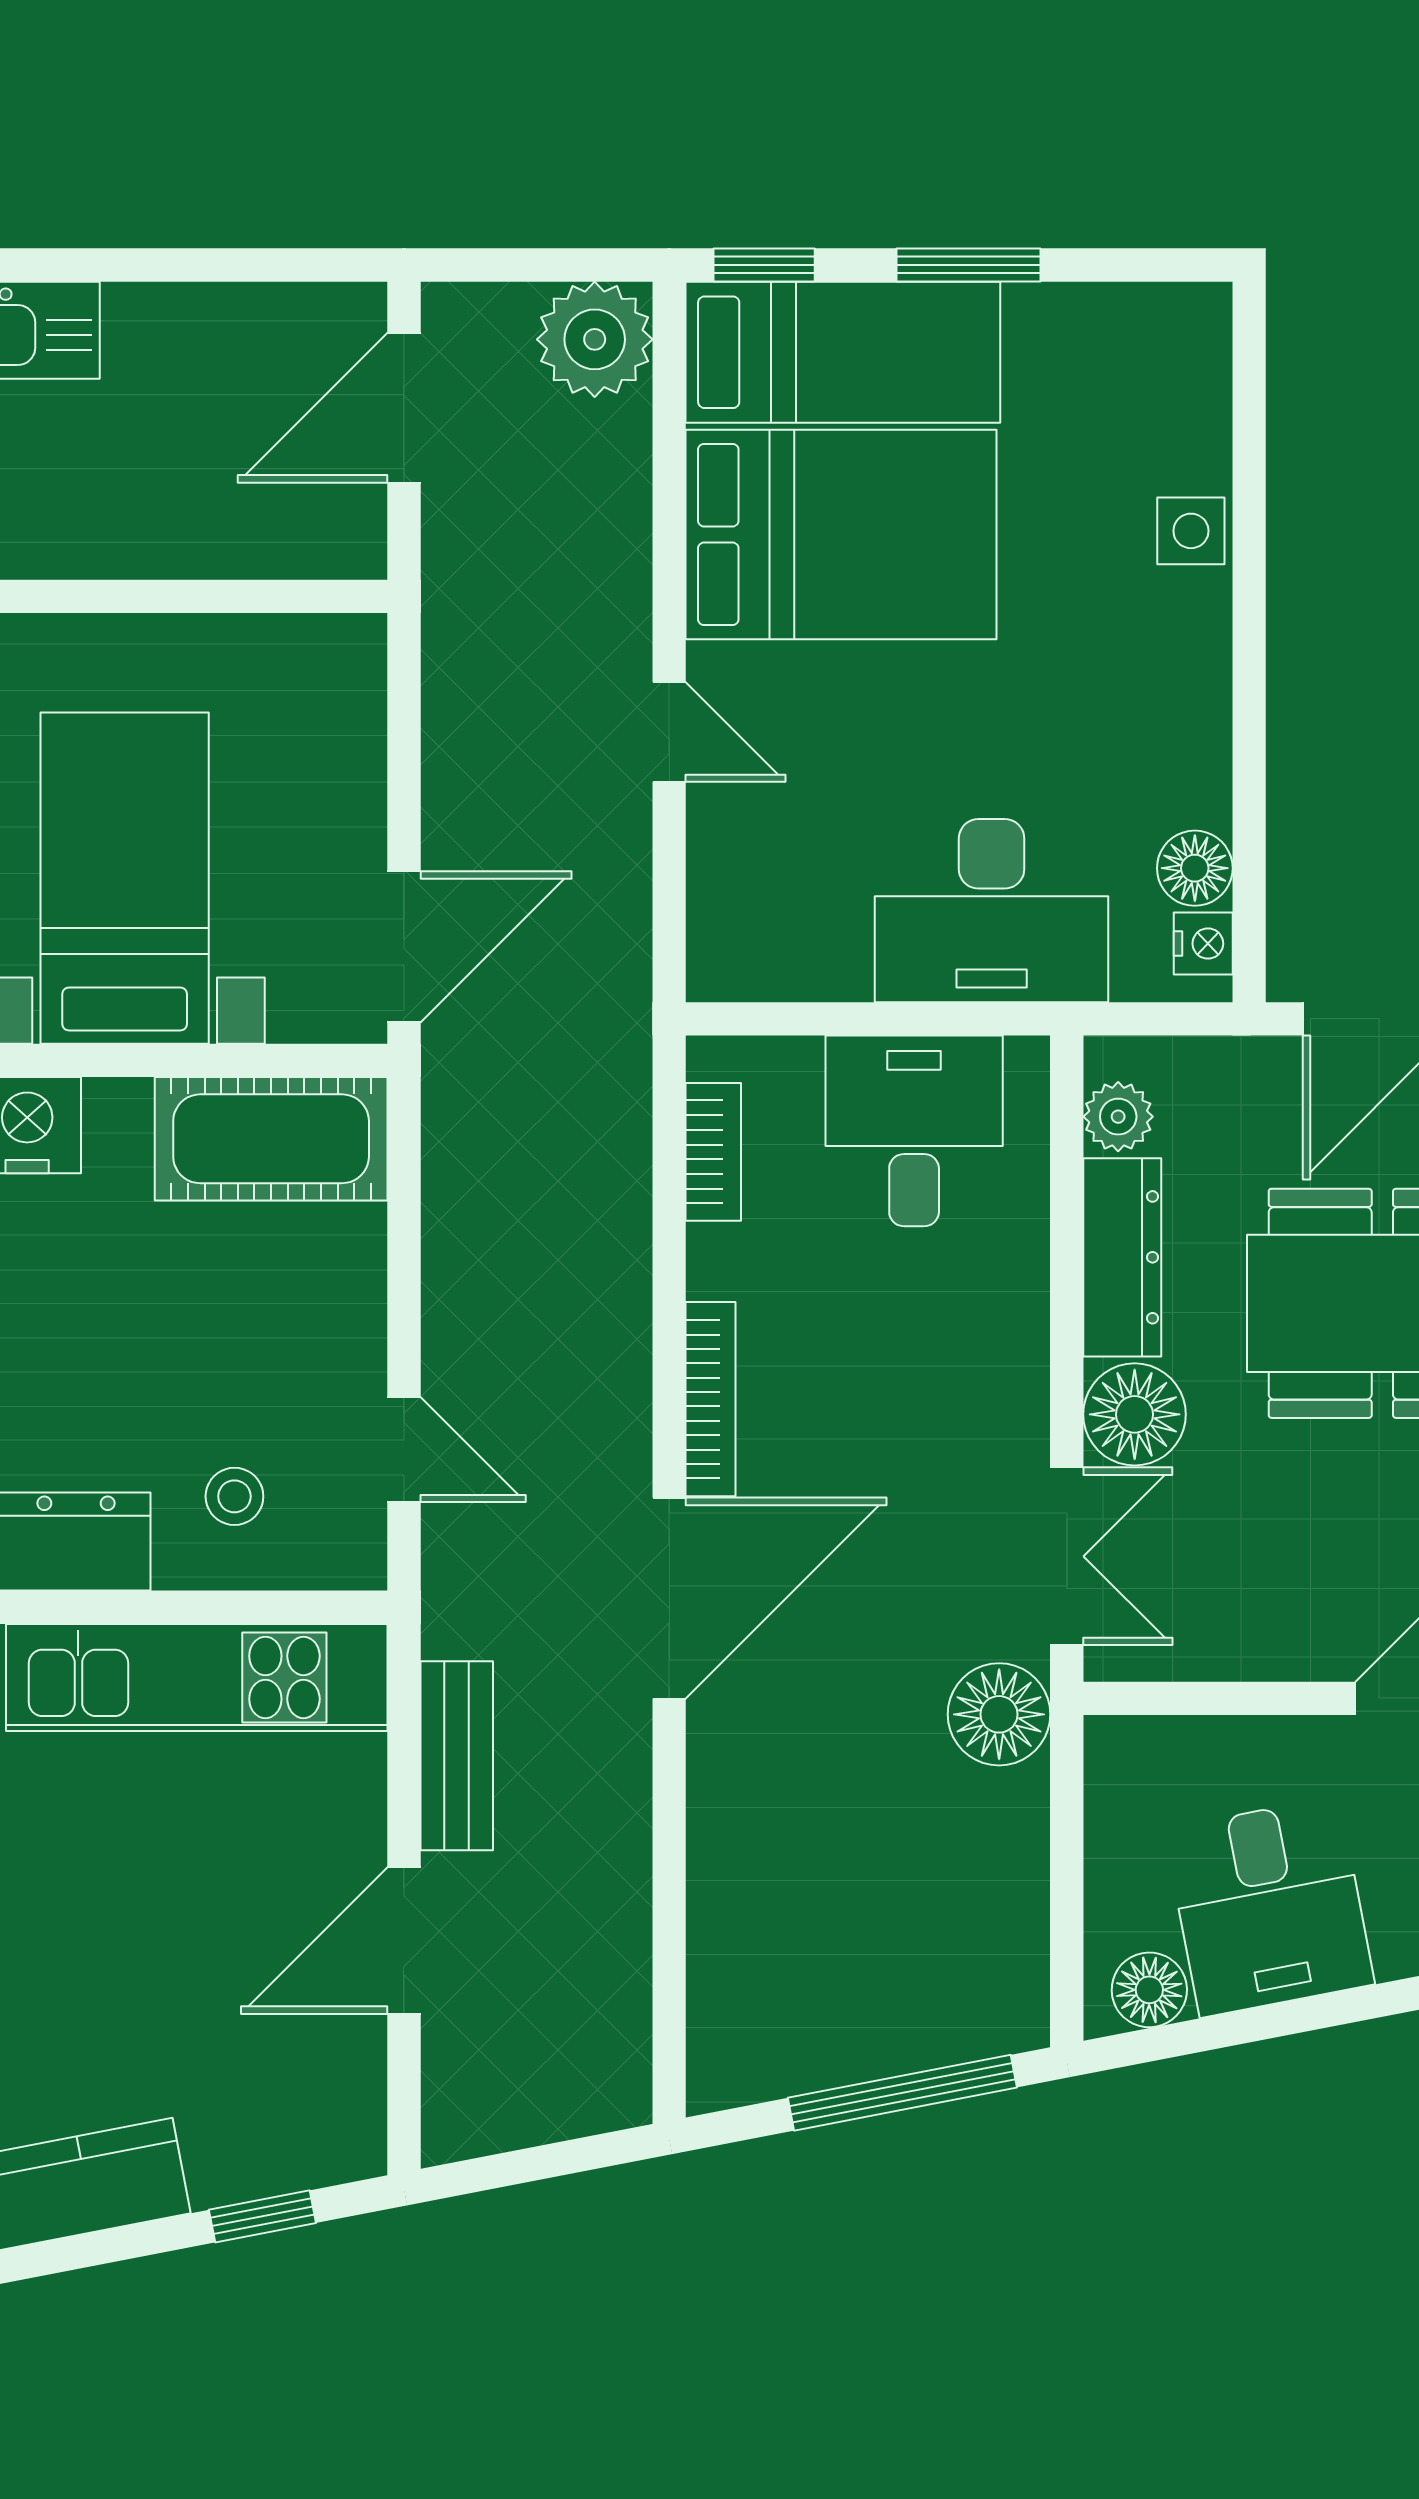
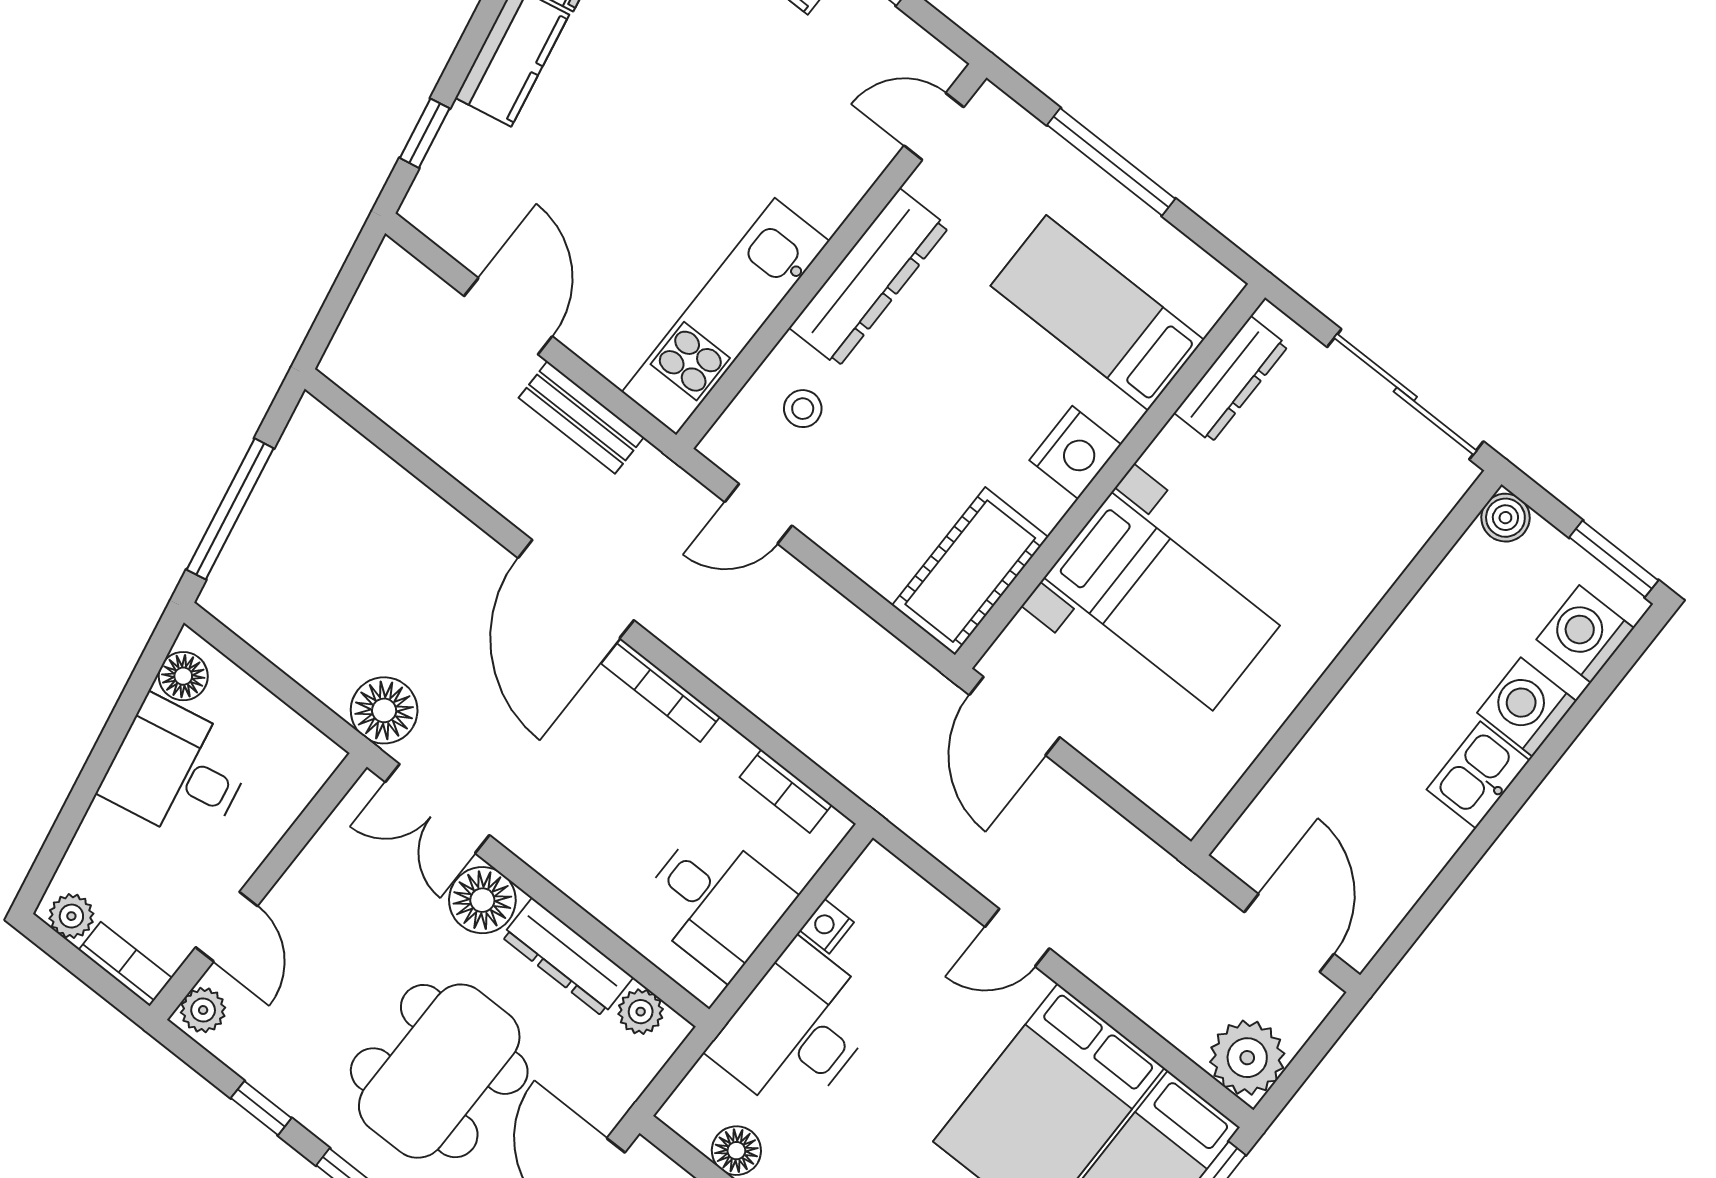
nightstand: (1203, 944) -> (827, 926), moved, turned 90

